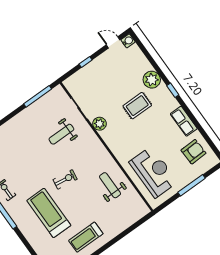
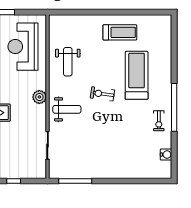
plant: (99, 124) -> (39, 97), moved
weight bench: (61, 134) -> (67, 109), moved
treadmill: (49, 213) -> (137, 75), turned 180

